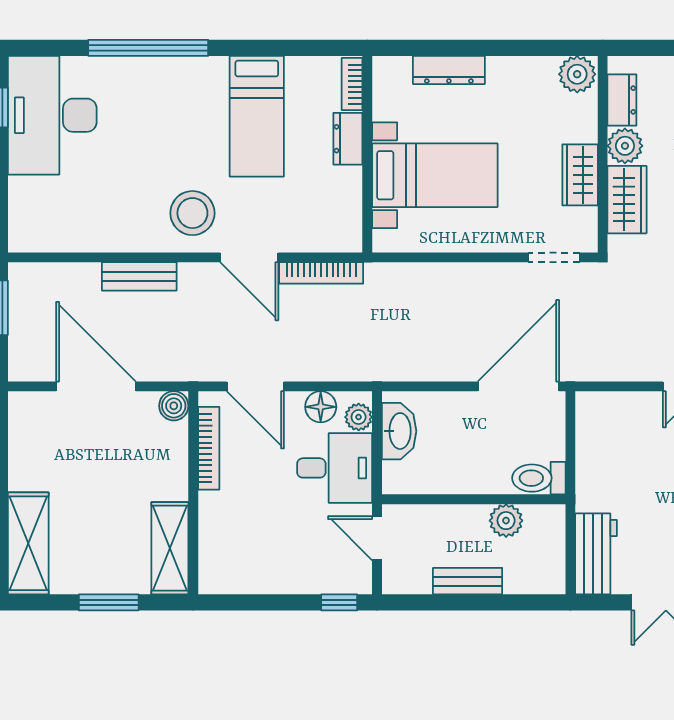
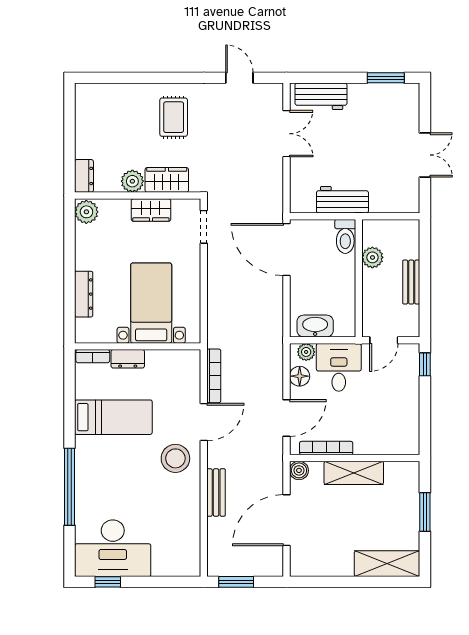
dresser: (622, 100) -> (84, 176), moved, turned 90
shelving: (170, 548) -> (354, 473), moved
workbench: (596, 554) -> (342, 200), moved

